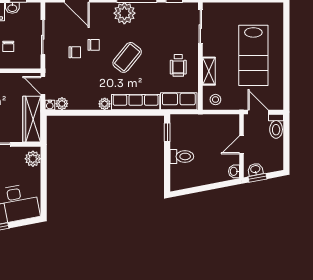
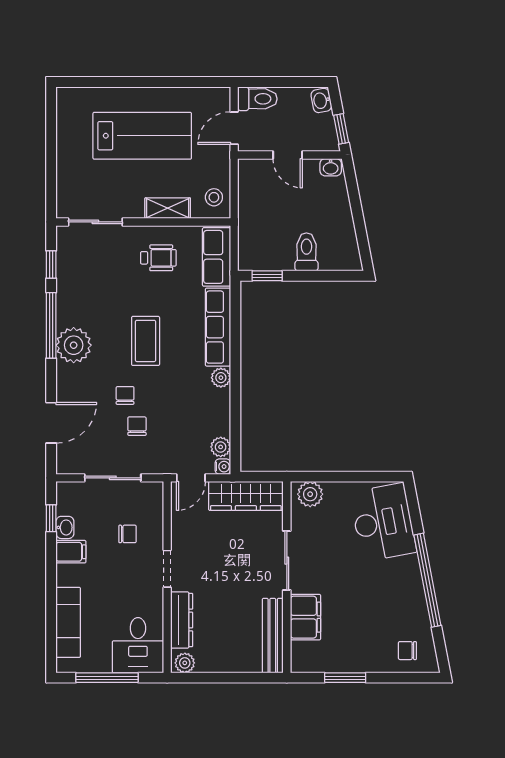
coffee table: (127, 57) -> (146, 341), turned 51
washbasin: (255, 169) -> (321, 100), moved

